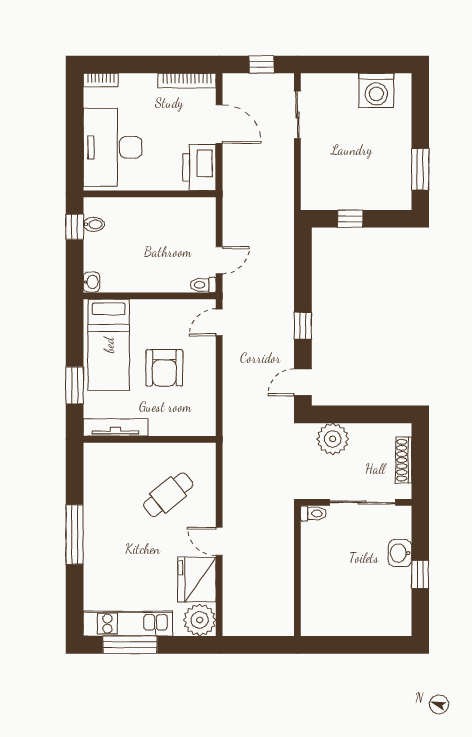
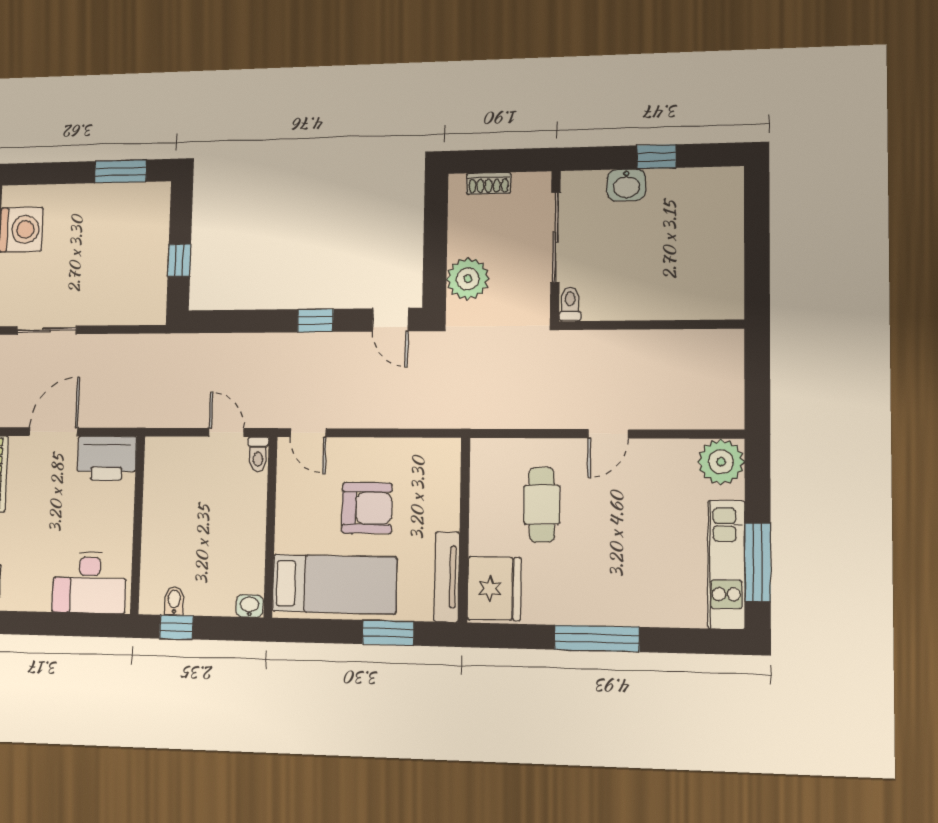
desk: (113, 147) -> (89, 583), width x0.73, depth x0.77
shoe rack: (404, 460) -> (489, 183), width x0.70
cafe table: (168, 495) -> (542, 505), turned 38
fridge: (197, 580) -> (494, 589), moved, turned -90

